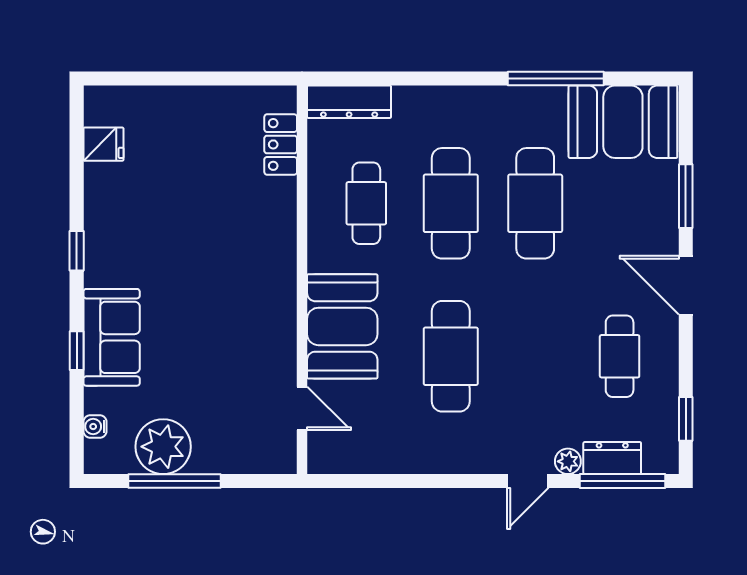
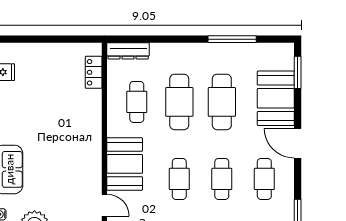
booth: (623, 122) -> (276, 98), moved, turned 90
window: (686, 196) -> (298, 72), moved
cafe table: (451, 356) -> (179, 179), width x0.73, depth x0.74
cafe table: (535, 356) -> (222, 179), added

